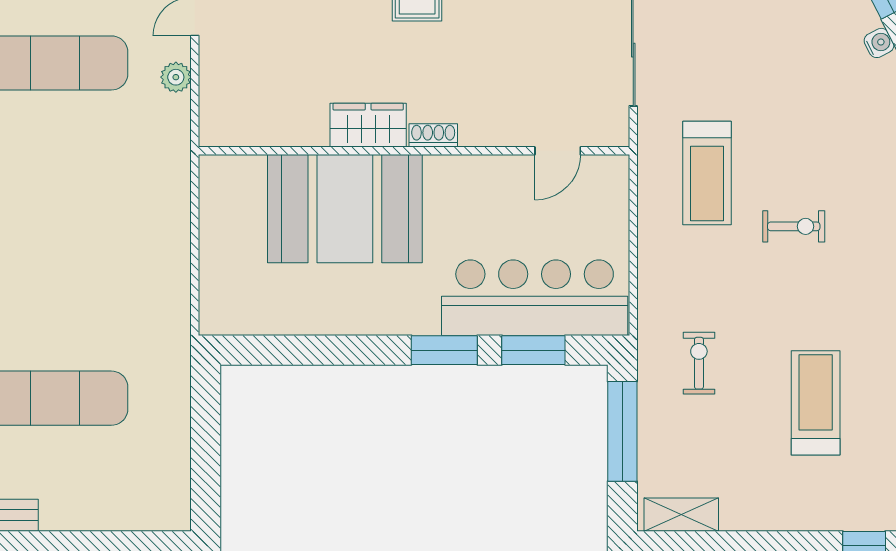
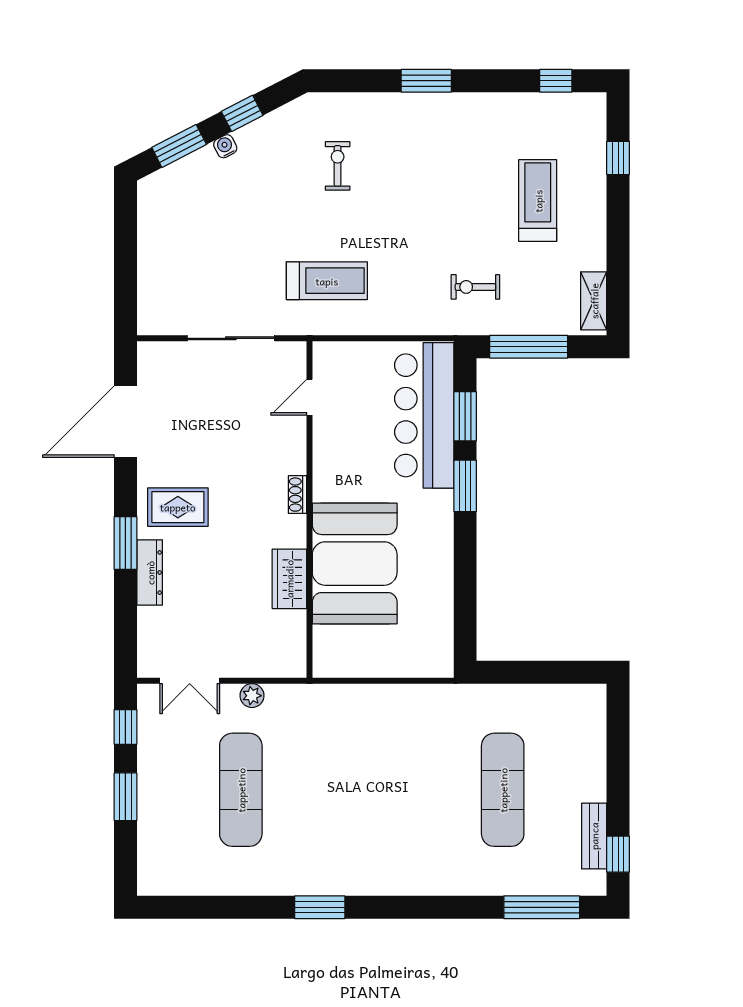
wardrobe: (368, 125) -> (289, 579), moved
door: (558, 151) -> (309, 397), swing flipped
exercise bike: (794, 226) -> (338, 166), moved
treadmill: (816, 403) -> (538, 201), moved, turned 90

